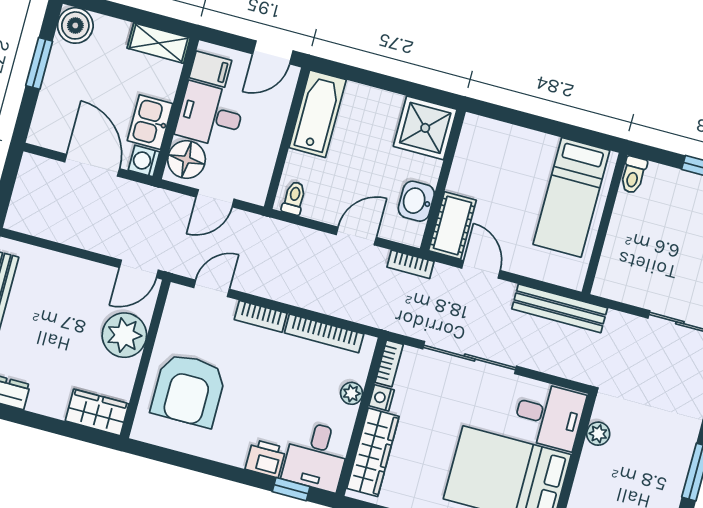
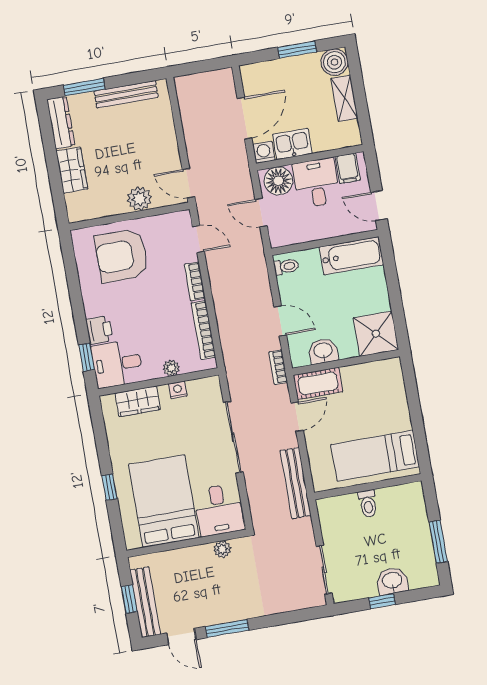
shelving: (159, 43) -> (344, 98), moved
toilet: (633, 175) -> (368, 504), moved, turned -90
plant: (124, 335) -> (139, 199), width x0.73, depth x0.73
bookcase: (389, 363) -> (204, 384), removed
wardrobe: (97, 412) -> (72, 170), moved
wardrobe: (373, 452) -> (138, 401), width x0.67

